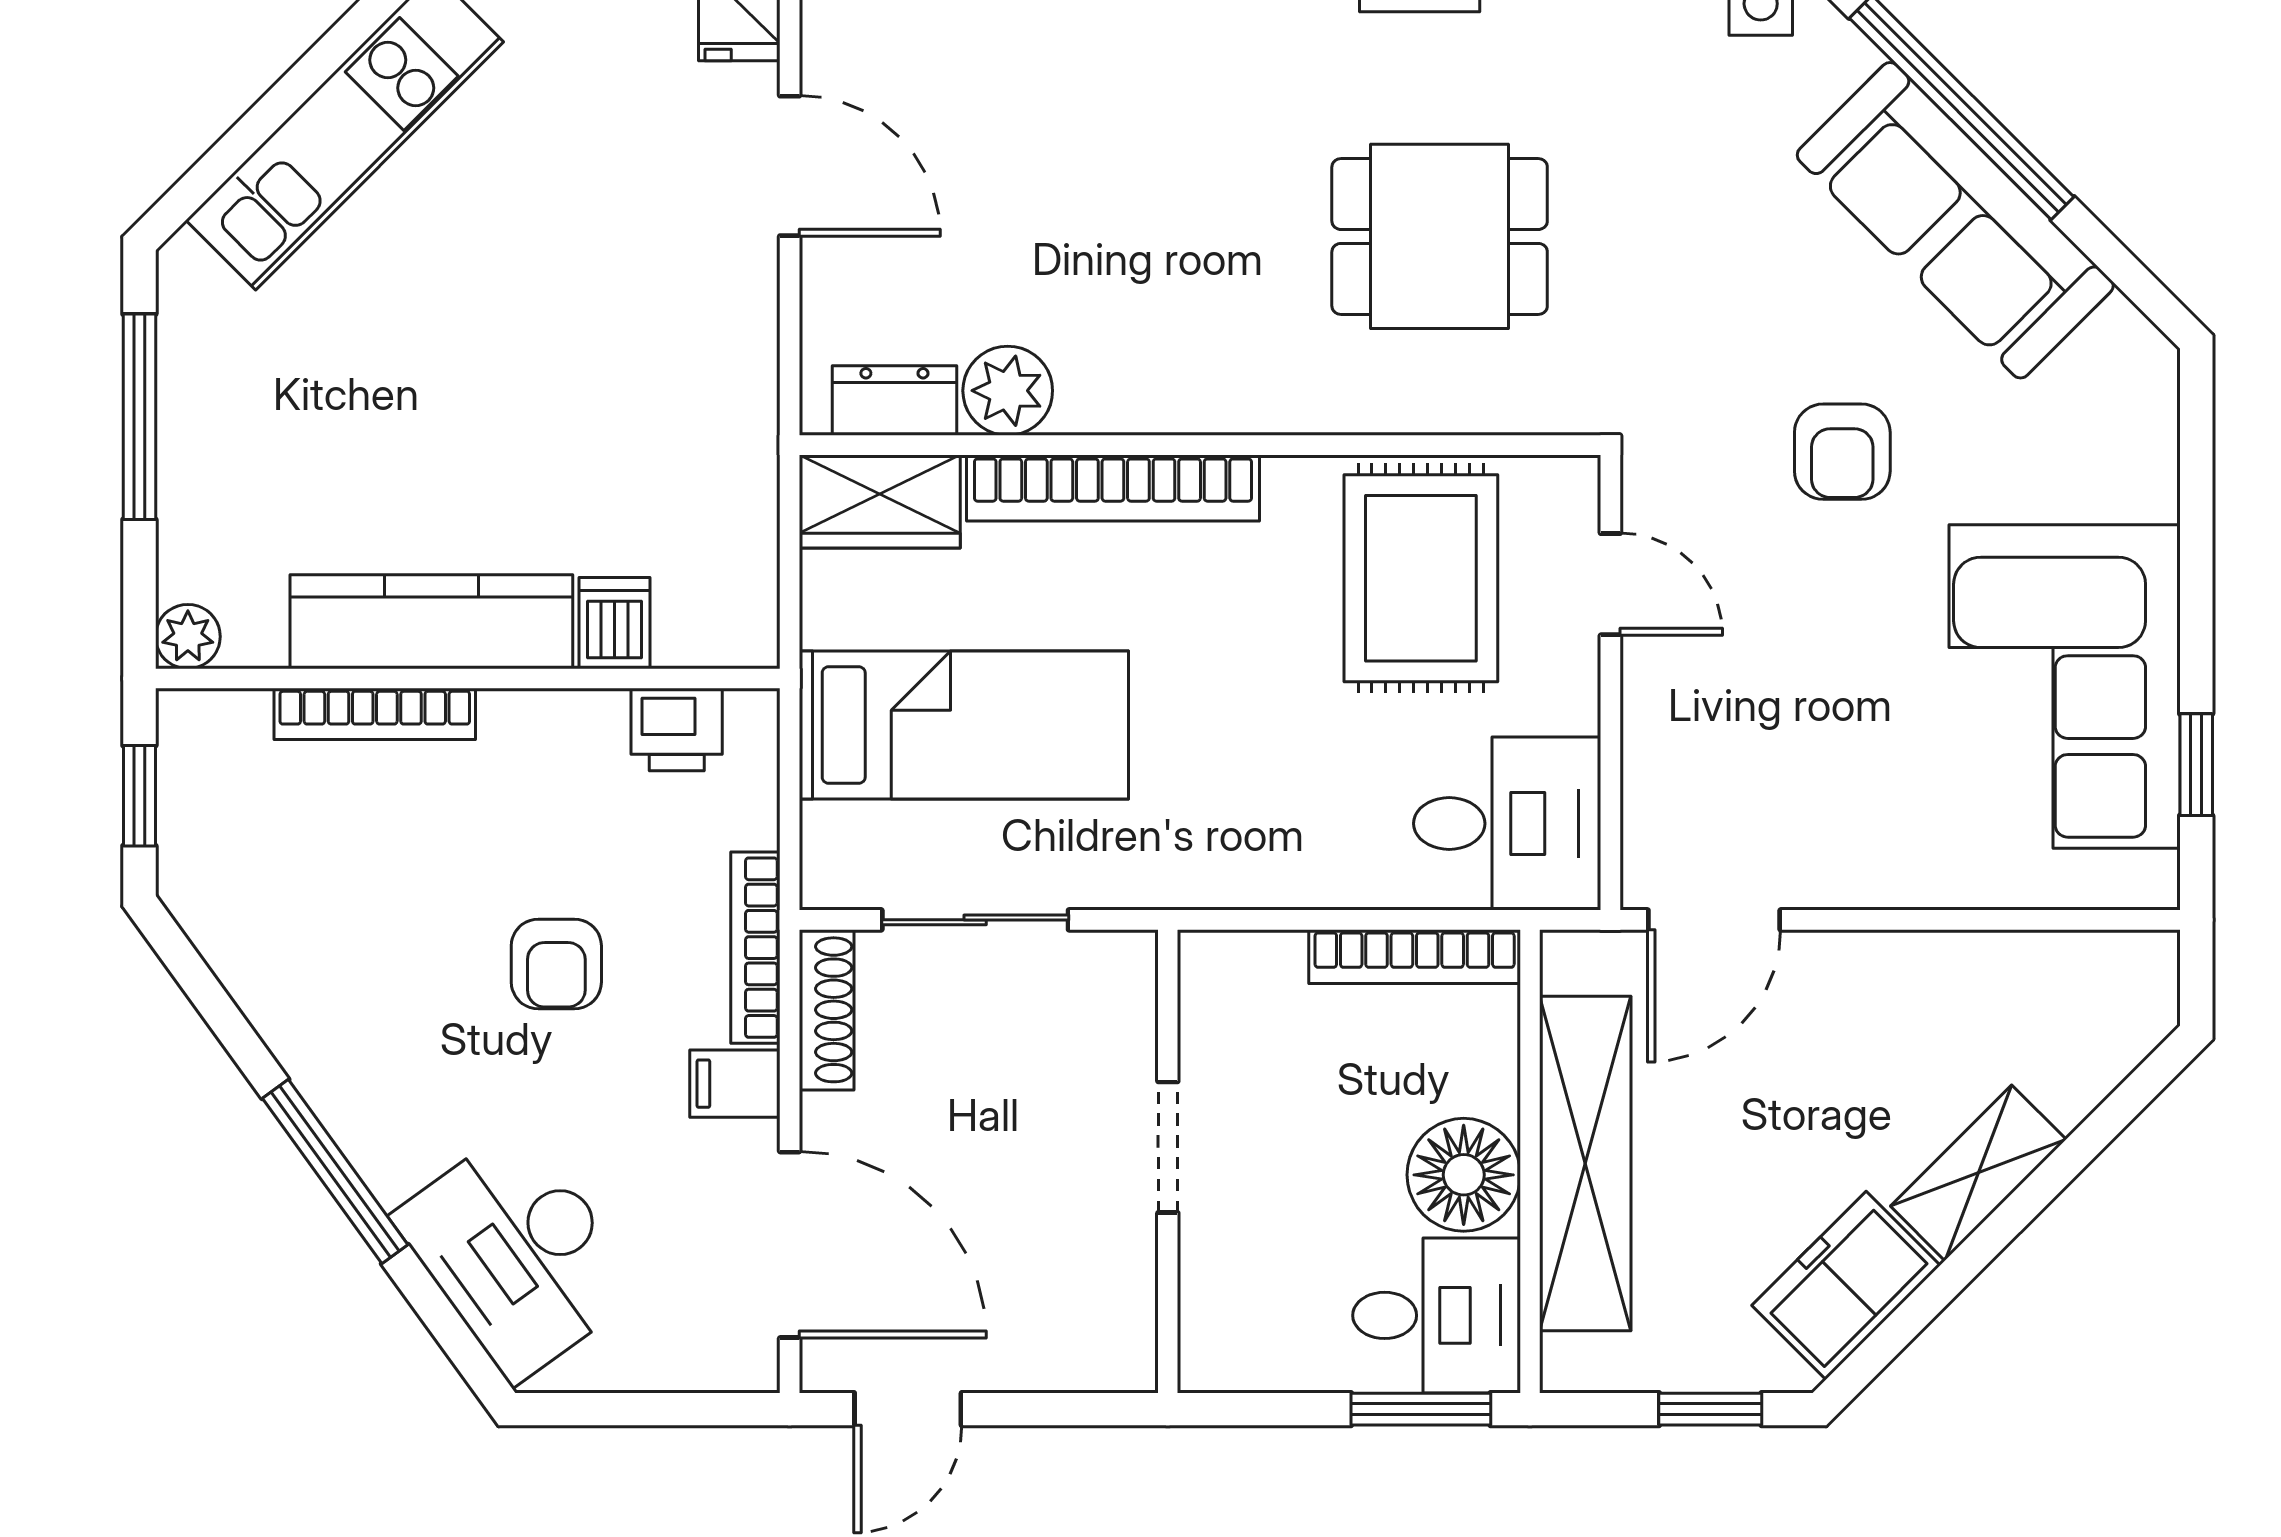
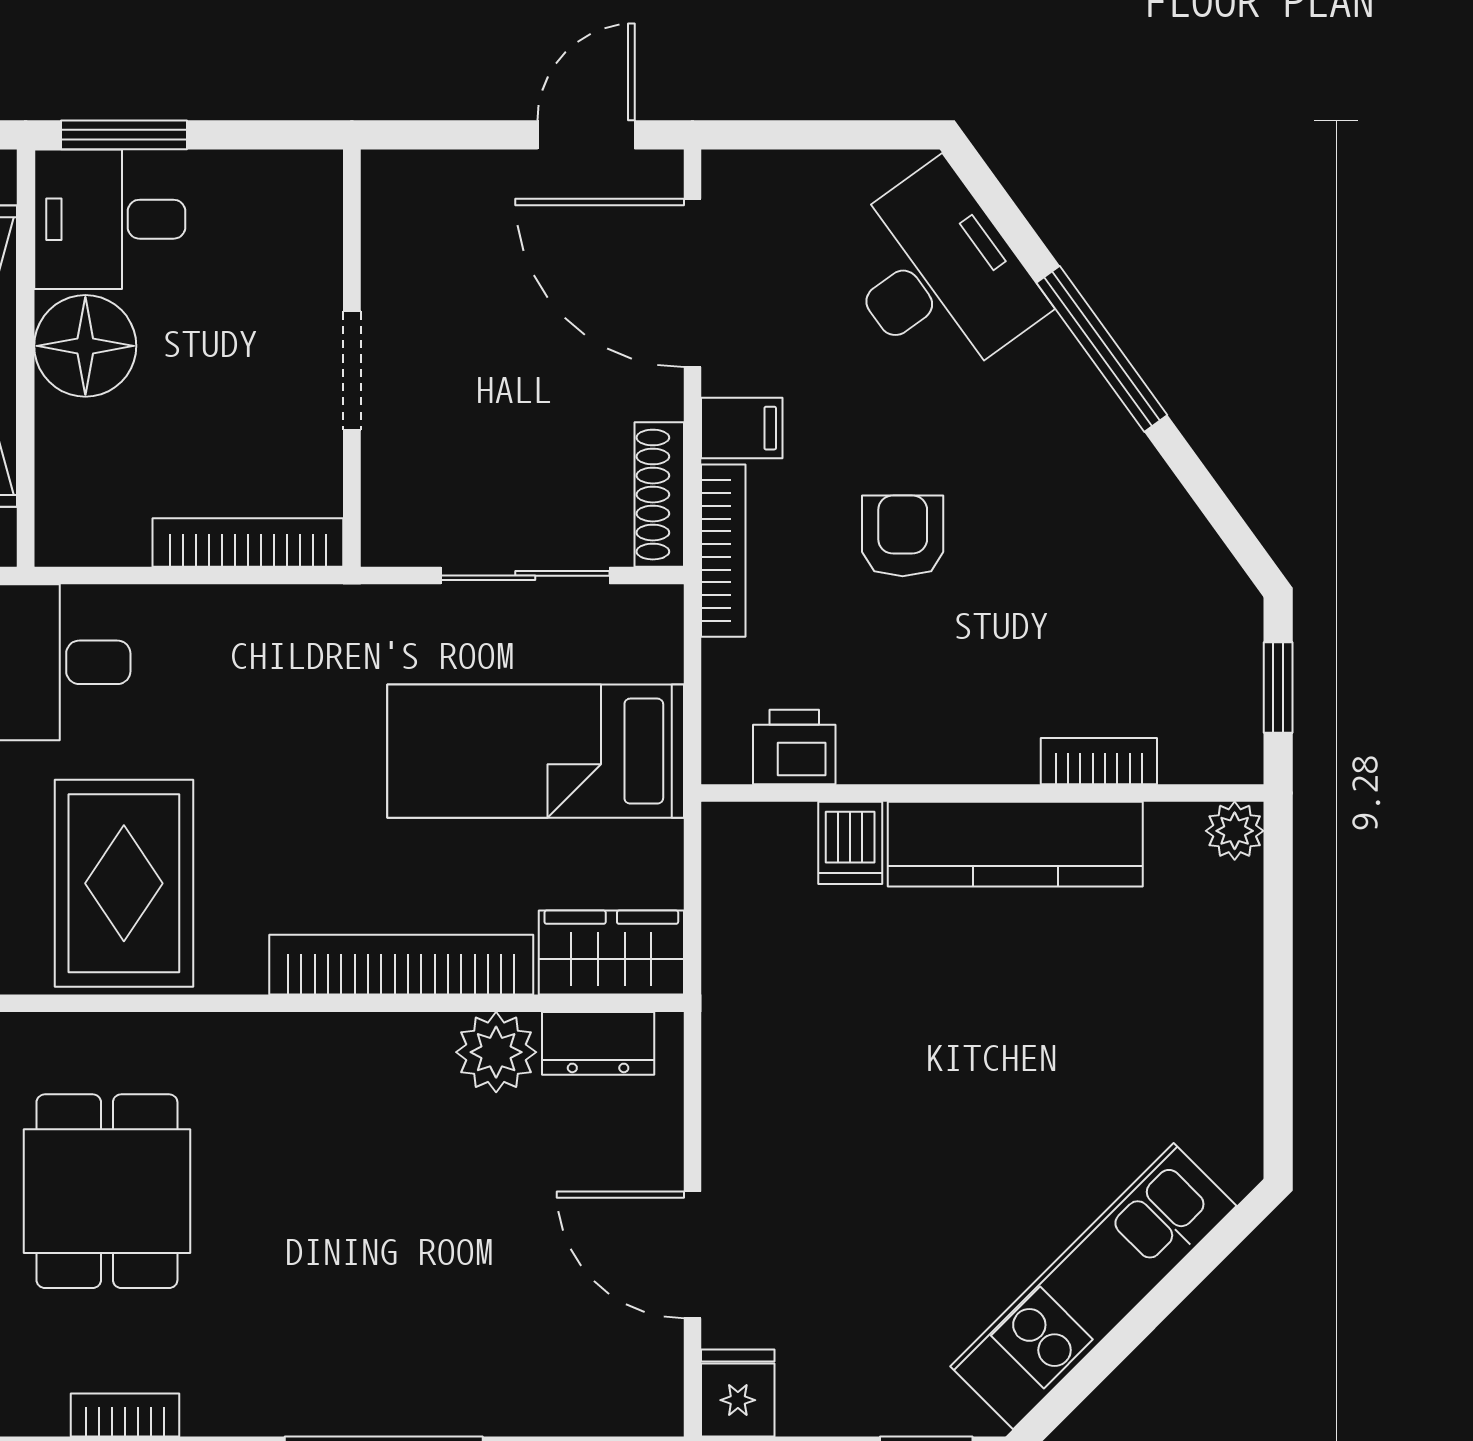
dining table: (1440, 236) -> (107, 1191), turned 90
window: (139, 417) -> (1278, 1029), removed
bookcase: (375, 714) -> (1099, 761), width x0.64
bookcase: (1415, 957) -> (248, 542), moved

